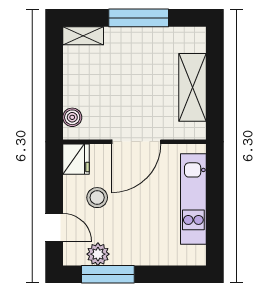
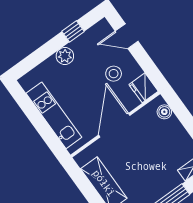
plant: (98, 254) -> (65, 56), moved
window: (108, 274) -> (73, 31), width x0.46

